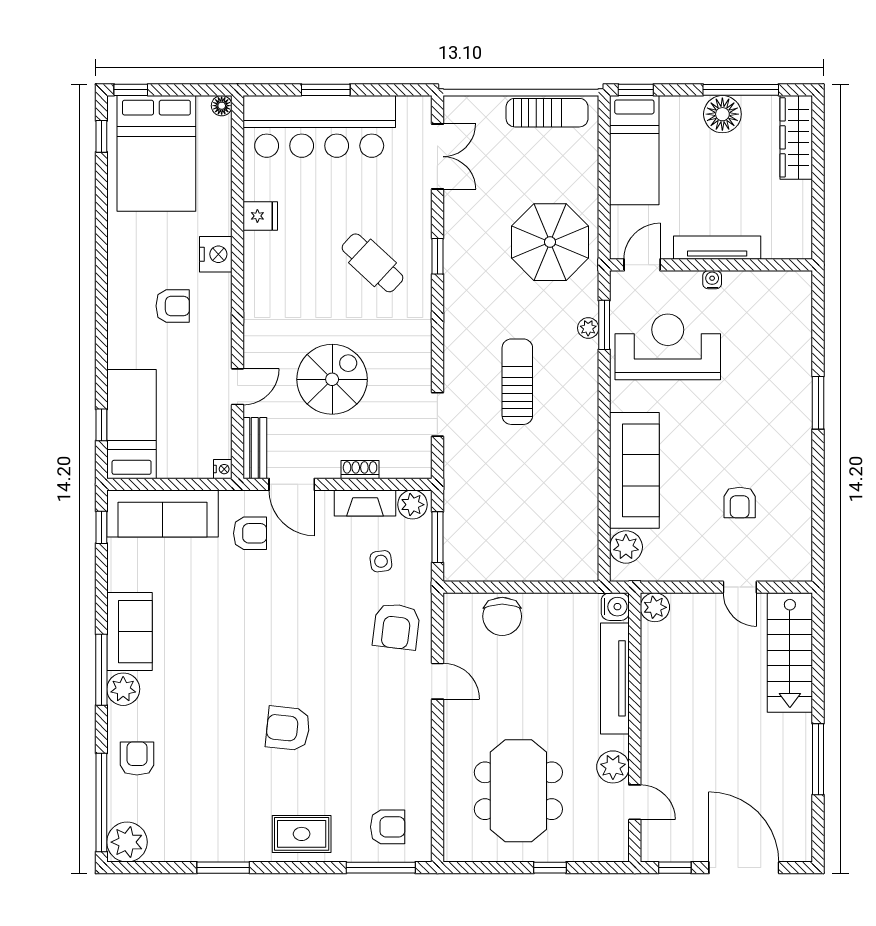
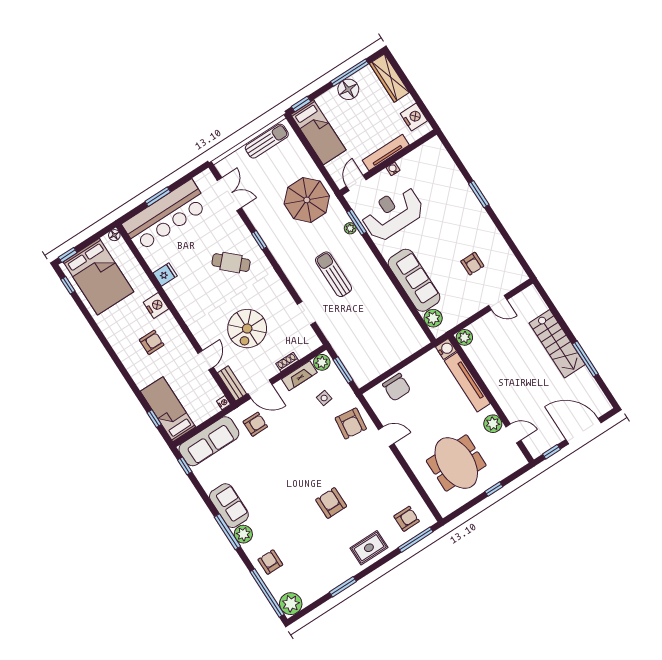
nightstand: (795, 221) -> (414, 117), added
spiral stairs: (332, 379) -> (247, 329), turned 180
stairs: (790, 653) -> (557, 344), moved
armchair: (288, 728) -> (331, 503), turned 84

